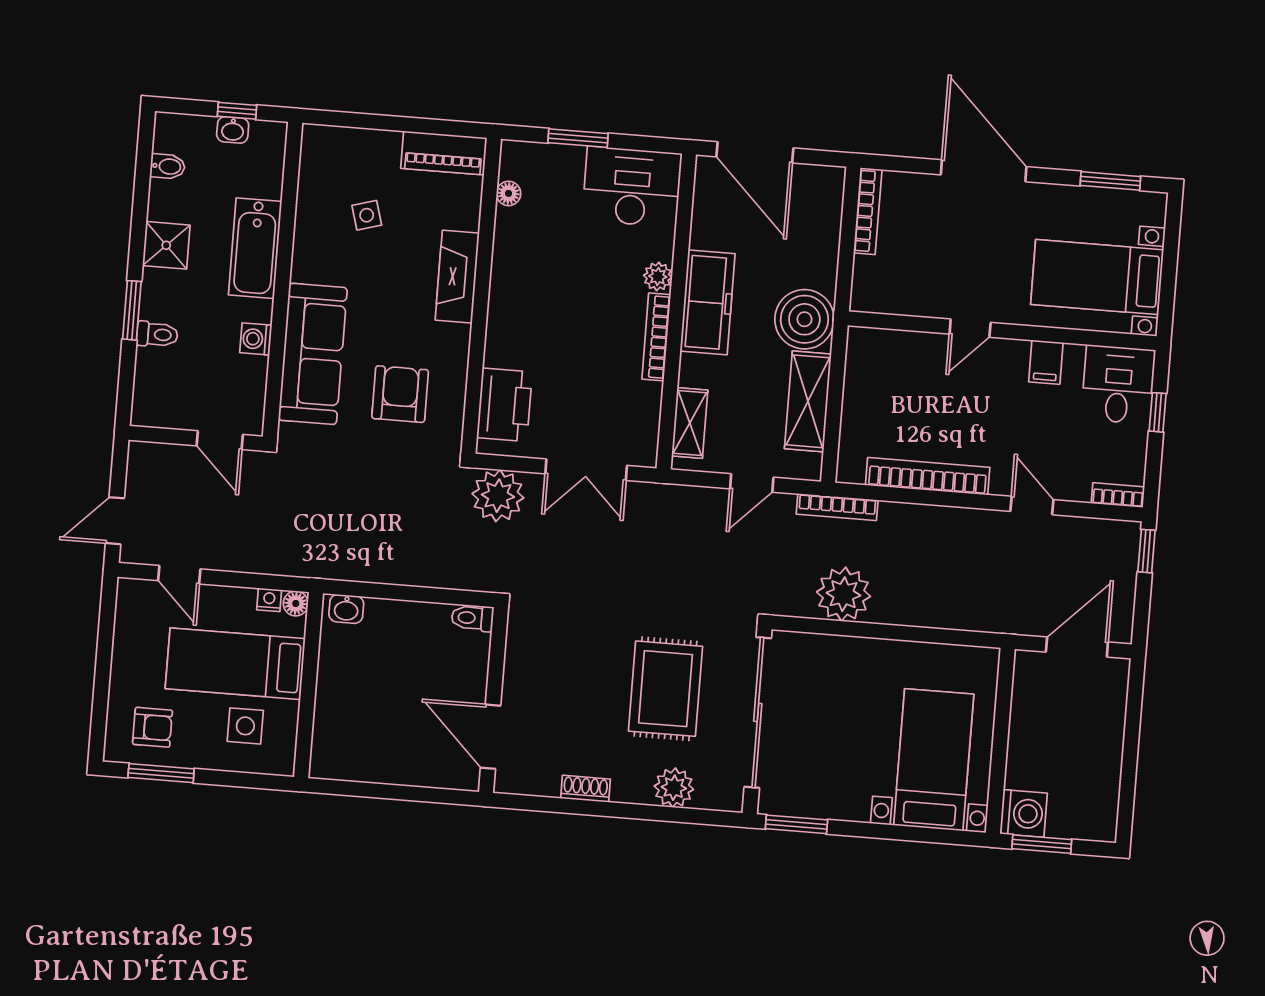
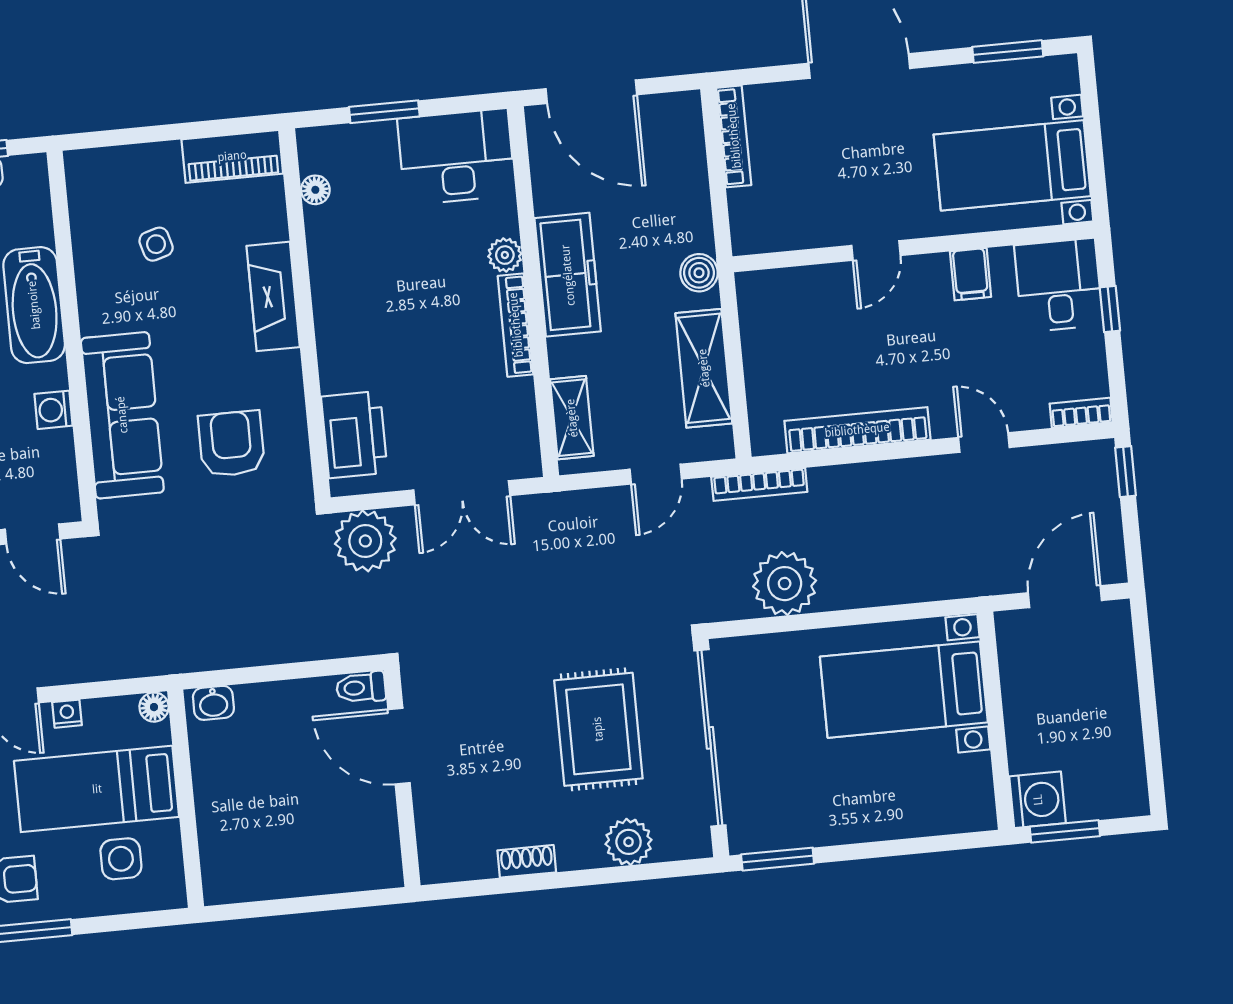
boiler: (804, 319) -> (699, 273), width x0.54, depth x0.54
nightstand: (269, 600) -> (67, 714), moved
door: (490, 737) -> (399, 746), moved
bed with nightstands: (934, 760) -> (904, 690), moved, turned -90

